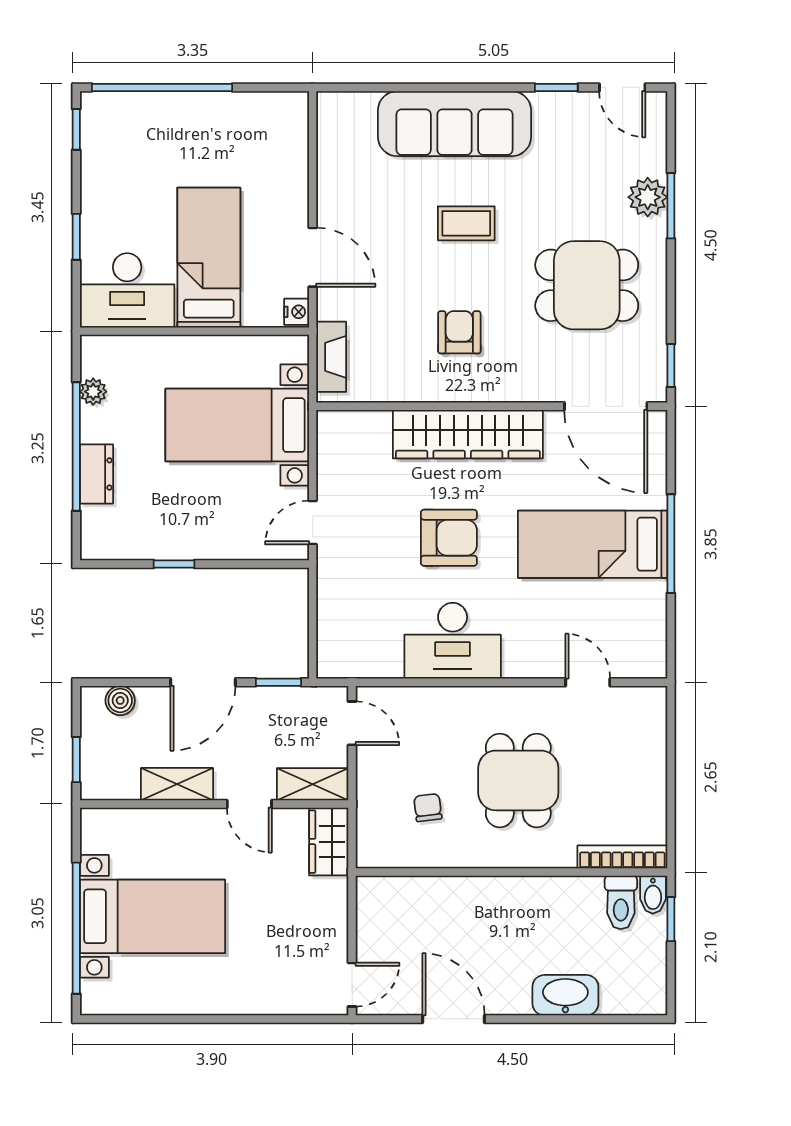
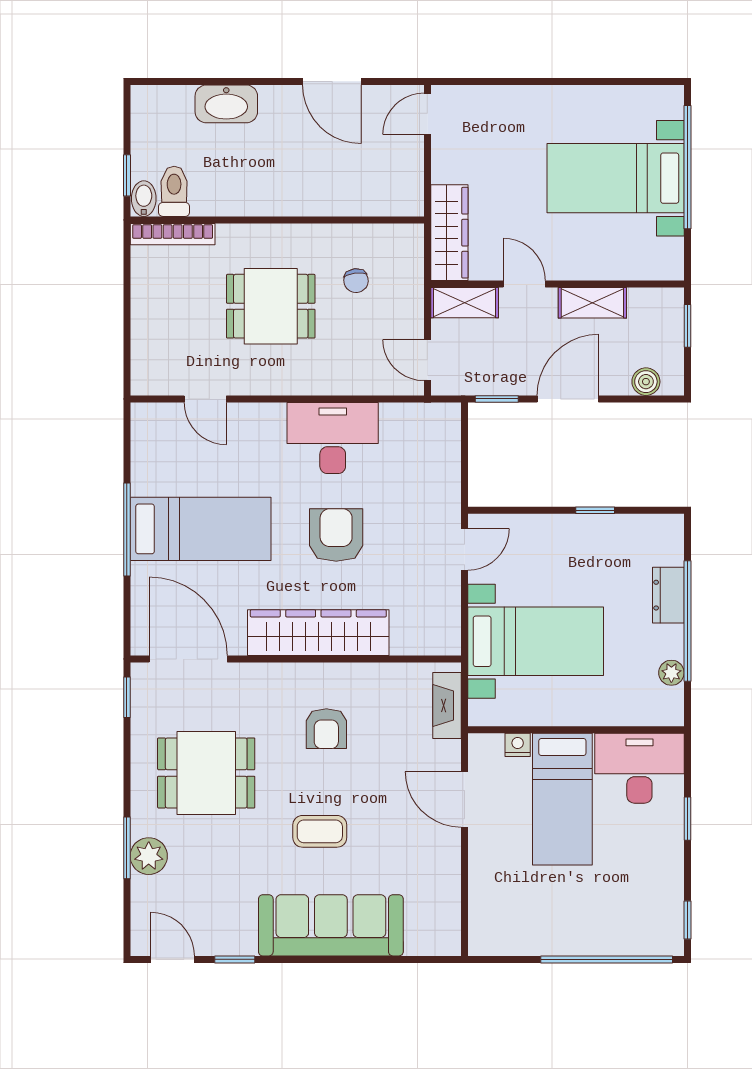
nightstand: (297, 312) -> (518, 745), moved, turned 90
armchair: (449, 538) -> (336, 535), turned 90
dining table: (518, 780) -> (271, 306), turned 90
wardrobe: (329, 842) -> (449, 233), width x1.50

